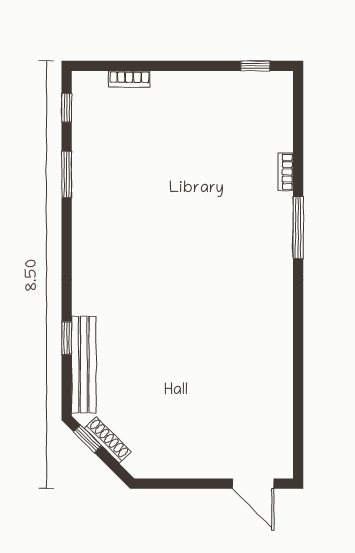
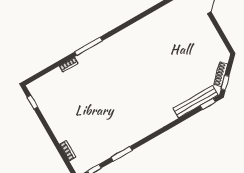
window: (67, 338) -> (208, 104), moved

